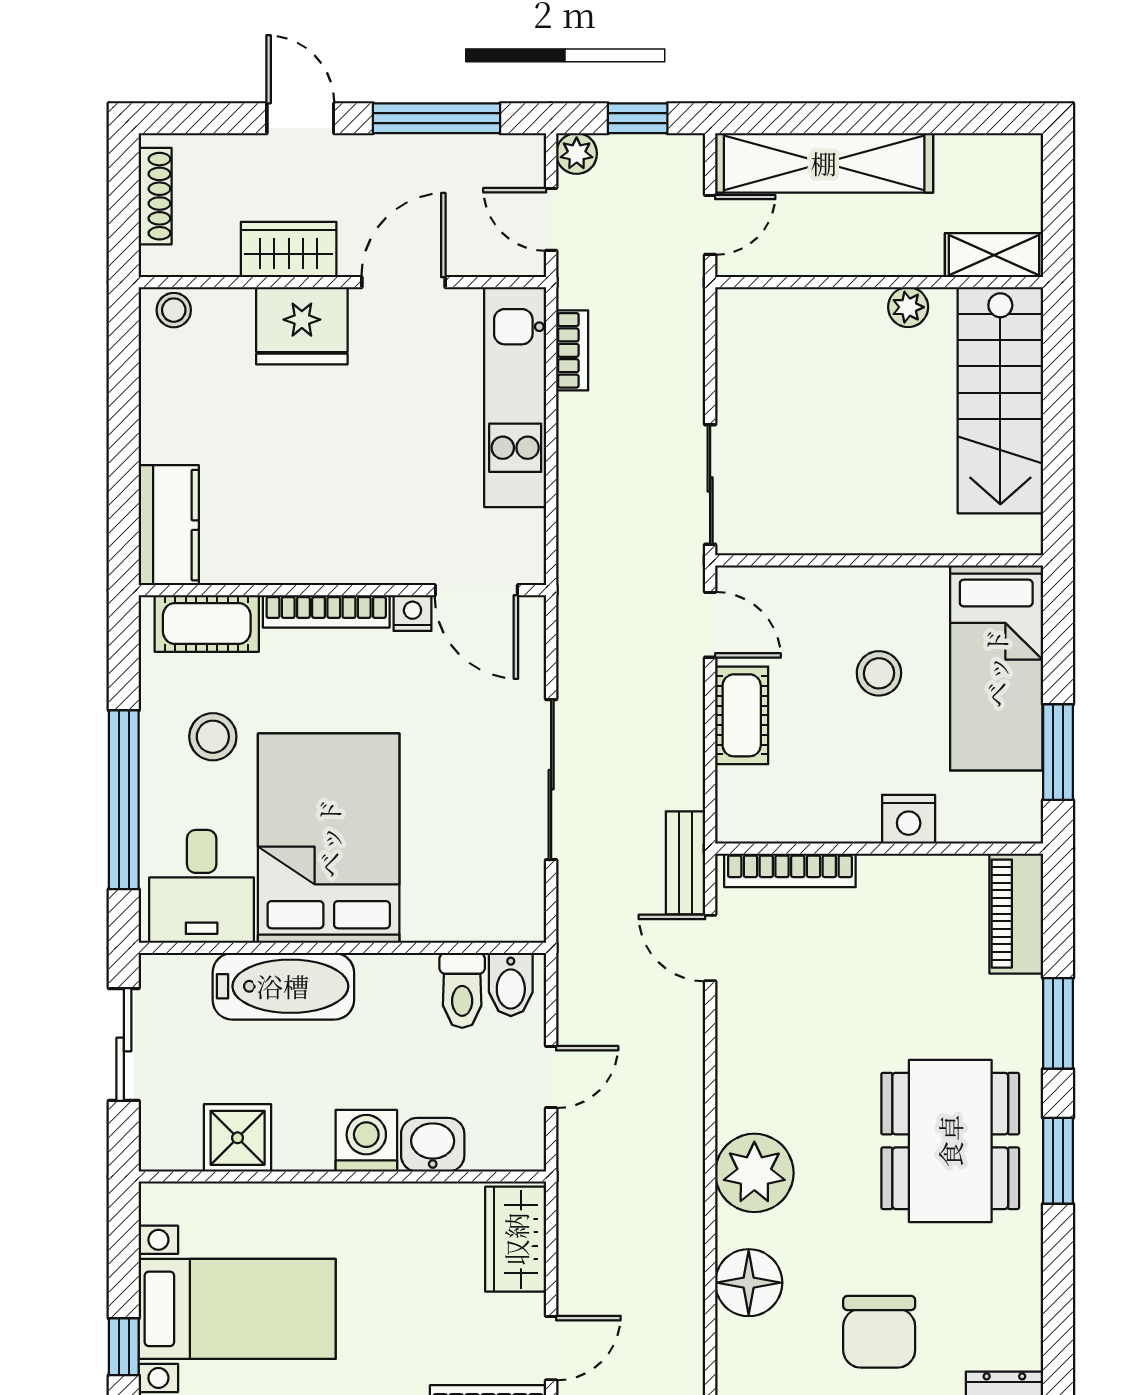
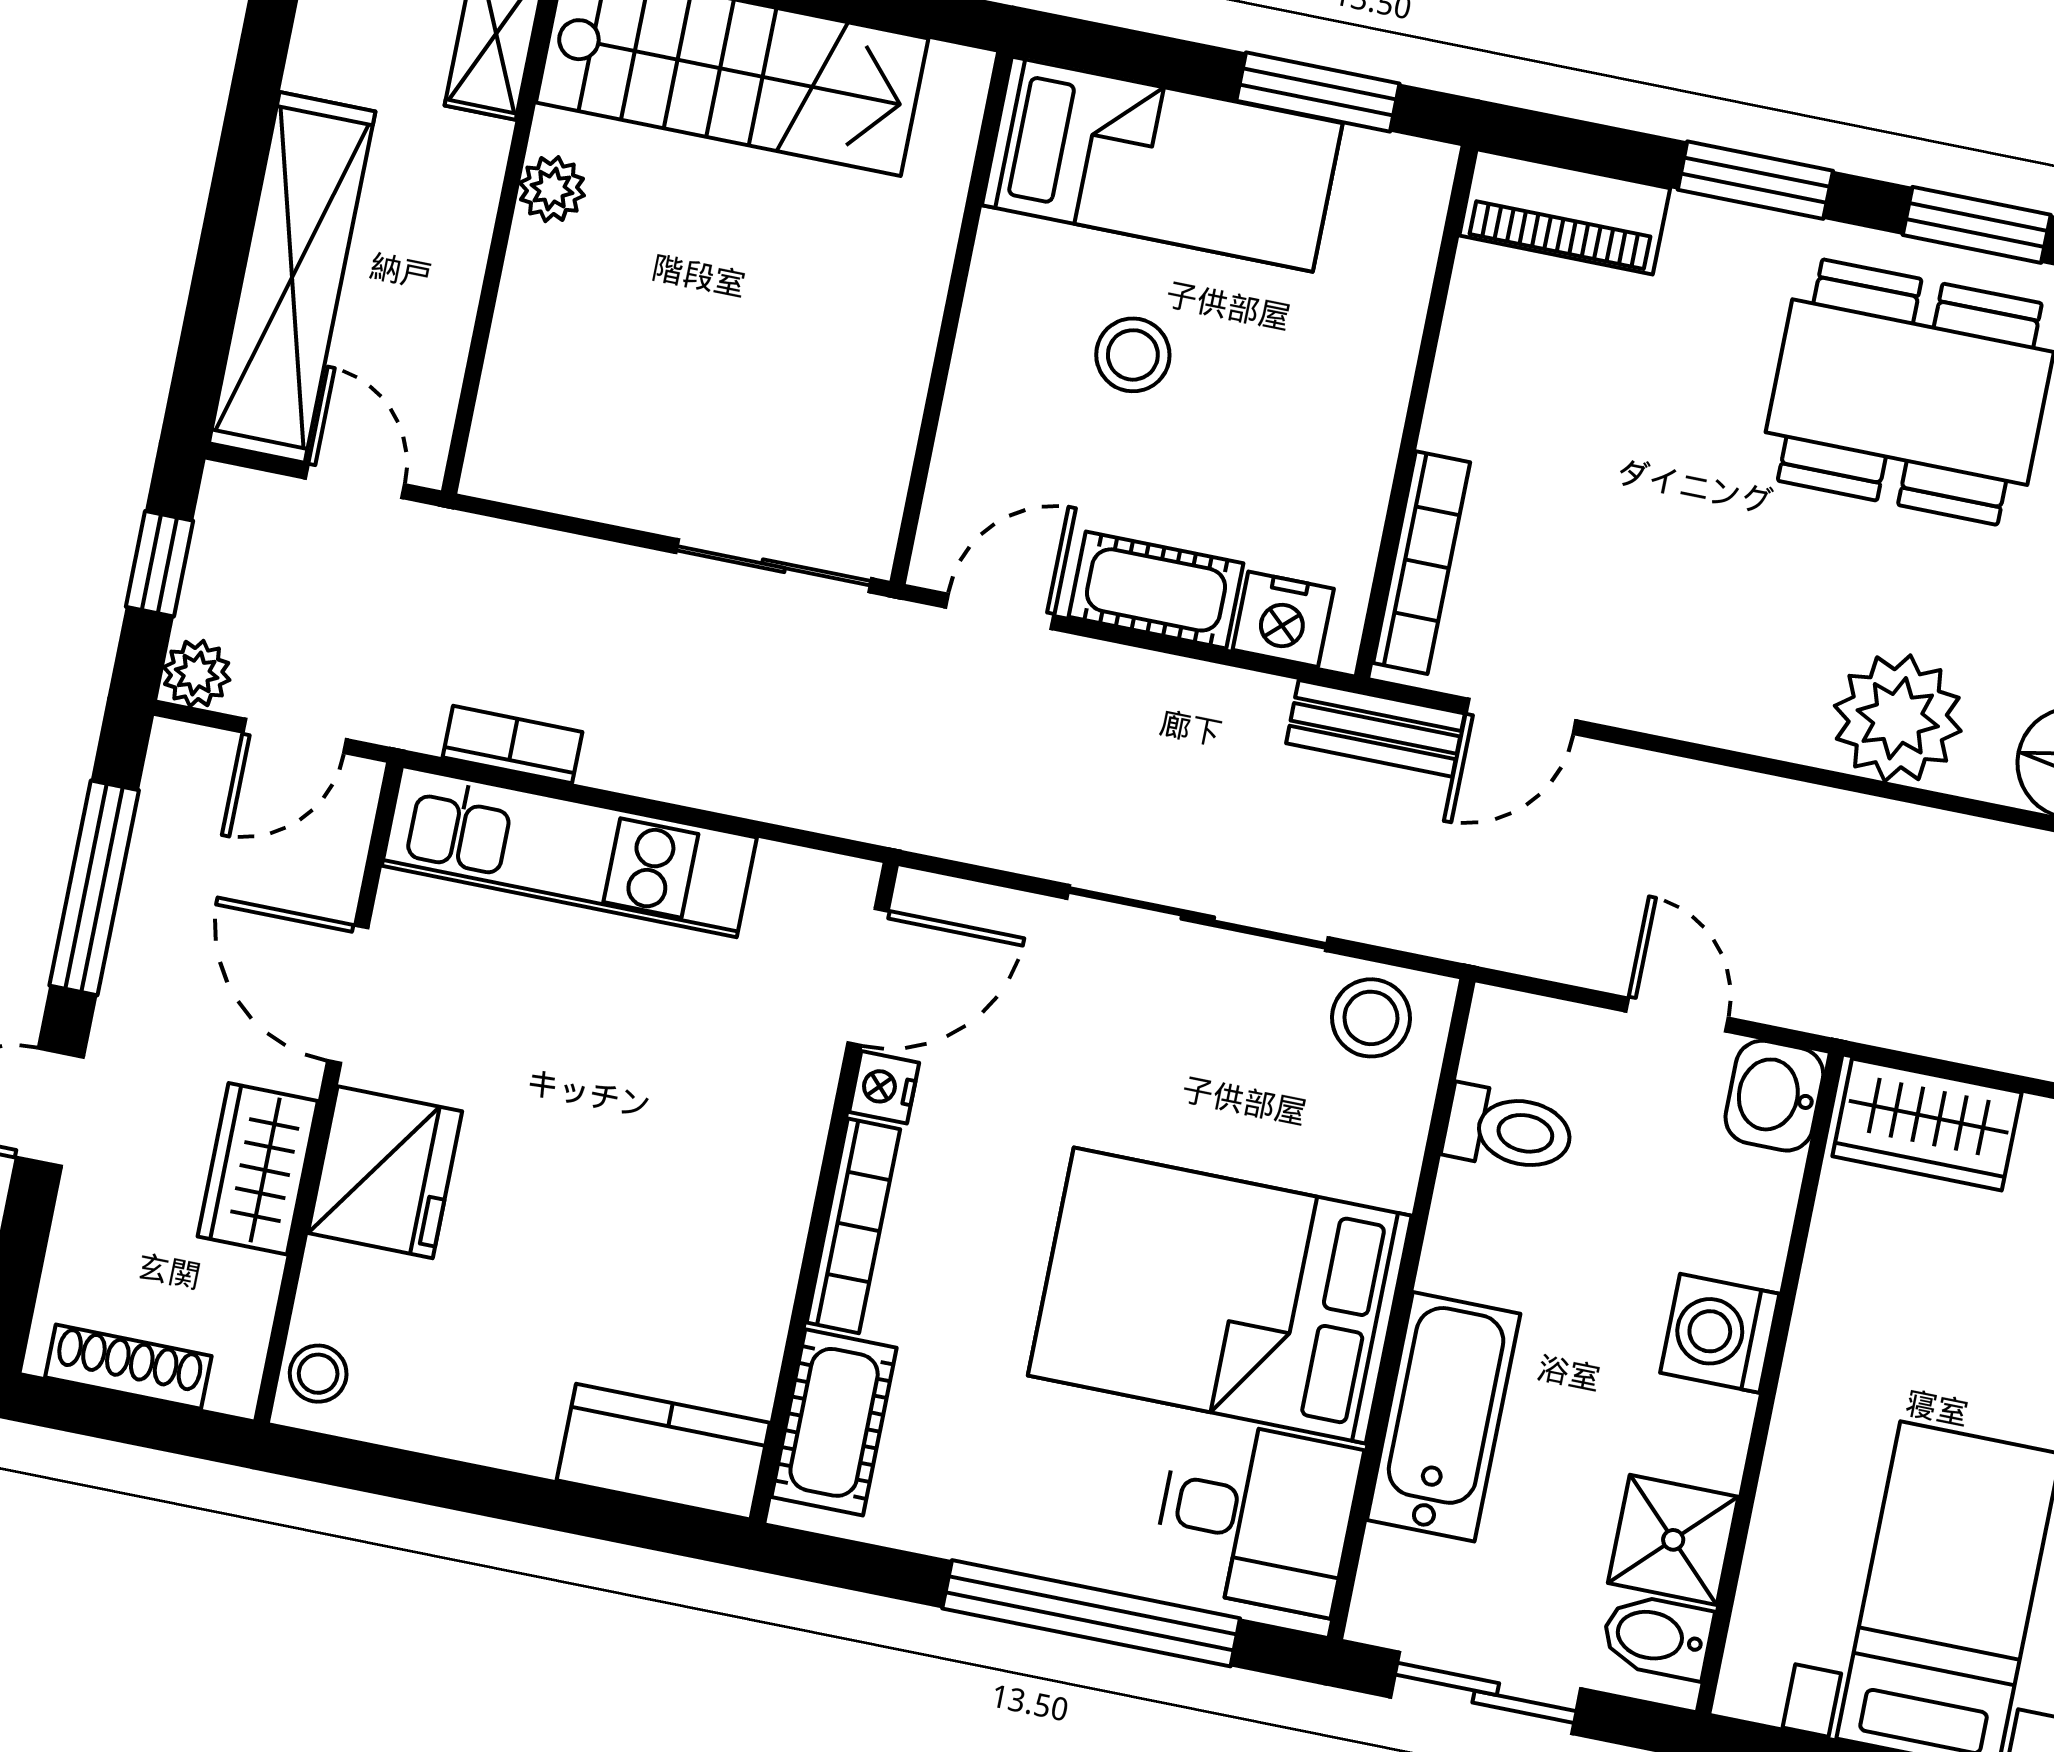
stool: (213, 737) -> (1371, 1018), moved
nightstand: (909, 819) -> (1283, 619), moved, turned 90
bidet: (511, 985) -> (1657, 1637), moved, turned 180
washbasin: (433, 1145) -> (1774, 1096), moved

